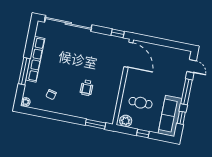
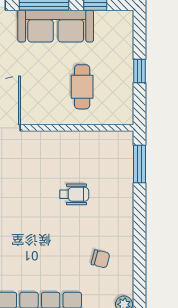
sofa: (170, 116) -> (56, 26), moved
plant: (126, 121) -> (122, 108), removed

